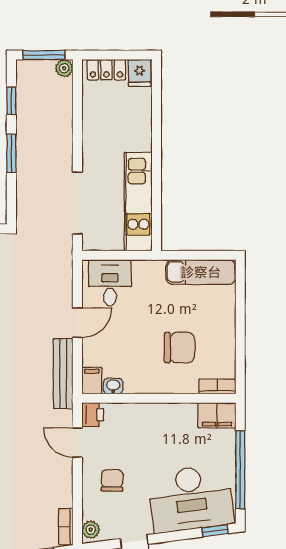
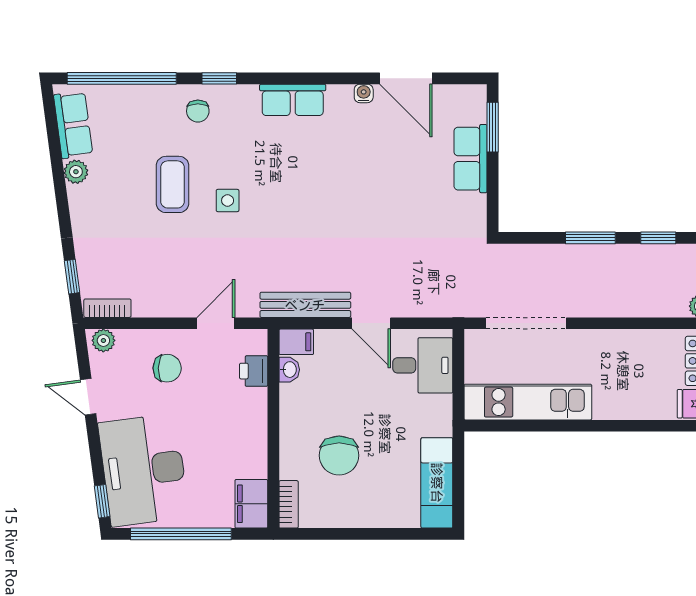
printer: (93, 415) -> (254, 371), moved, turned 90

